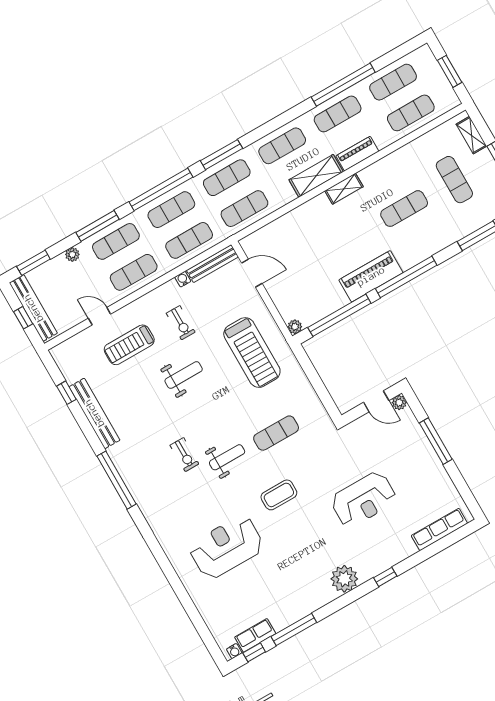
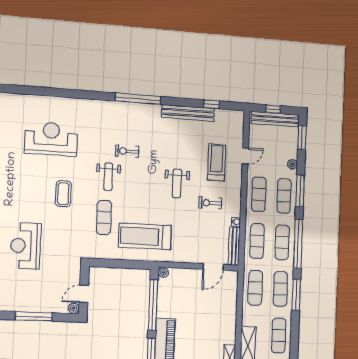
treadmill: (252, 353) -> (145, 236), moved
reception desk: (226, 547) -> (51, 139), turned -90

